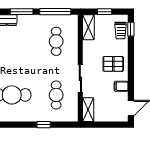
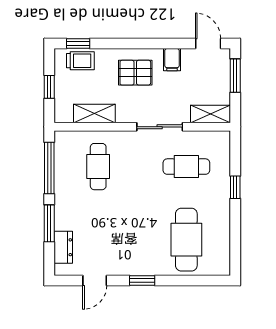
shelving: (88, 27) -> (94, 114), moved
cafe table: (56, 41) -> (98, 167), turned 90
pallet: (113, 64) -> (135, 73), turned 90
window: (111, 125) -> (235, 76), added

